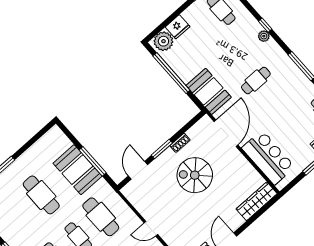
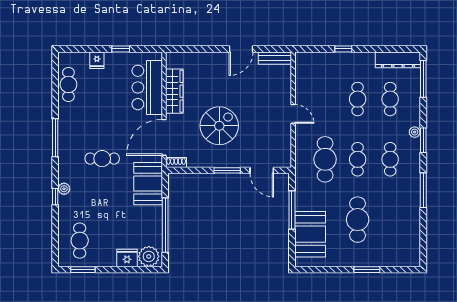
shoe rack: (180, 143) -> (176, 163), moved
booth: (78, 170) -> (310, 234), moved
door: (138, 170) -> (262, 170), hinge flipped
spiral stairs: (195, 175) -> (219, 126), turned -90
wardrobe: (257, 201) -> (174, 91), moved, turned -90

